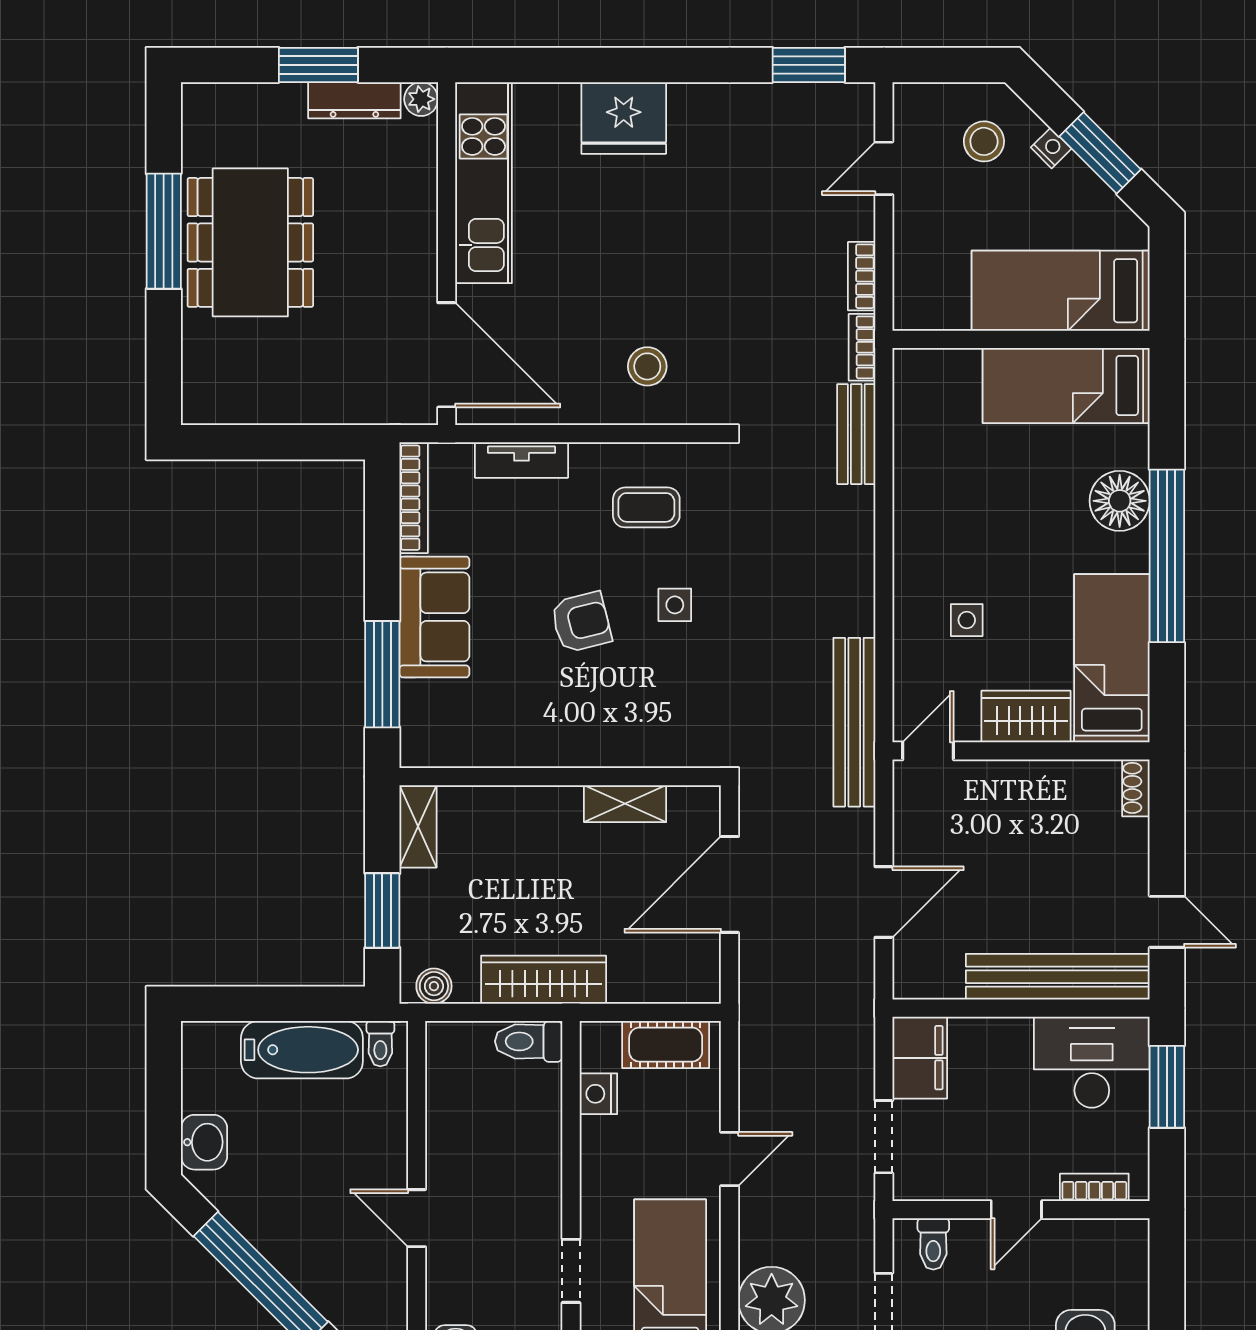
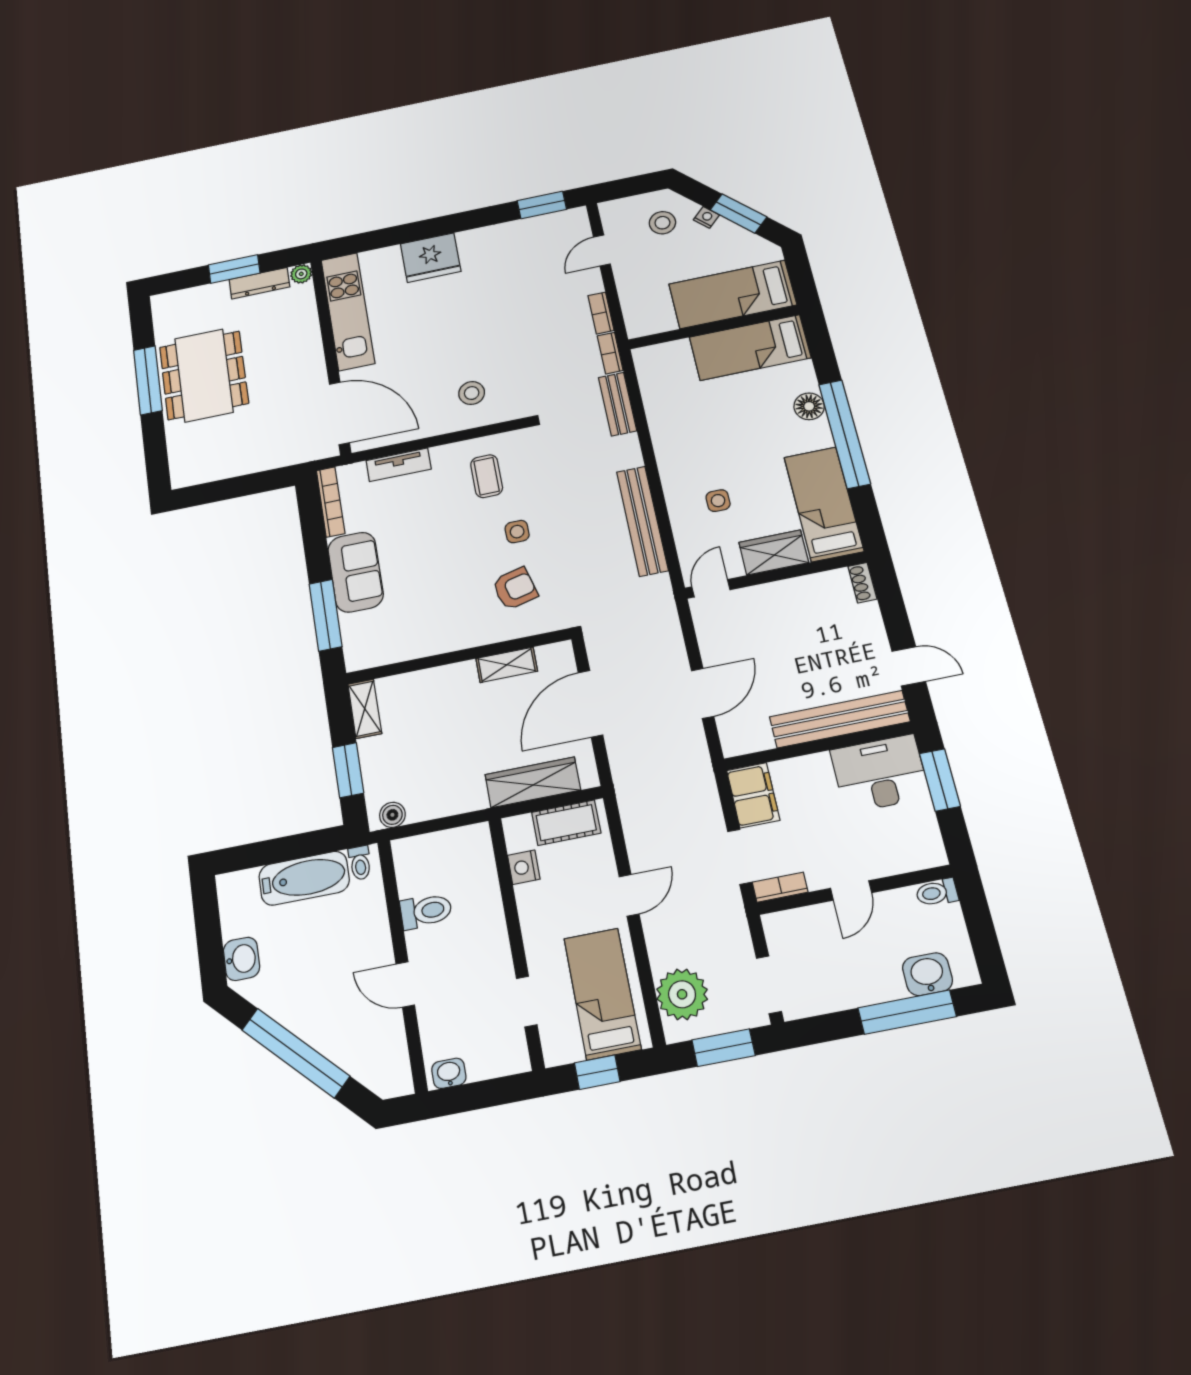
floor lamp: (1120, 501) -> (809, 406), width x0.73, depth x0.73
coffee table: (646, 507) -> (487, 476), turned 90
armchair: (581, 622) -> (515, 588), moved
bench: (854, 722) -> (642, 521), moved
wardrobe: (544, 980) -> (533, 782), moved
toilet: (529, 1041) -> (426, 911), moved, turned 180
bookcase: (1094, 1187) -> (780, 887), moved
toilet: (933, 1244) -> (937, 893), moved, turned 90

